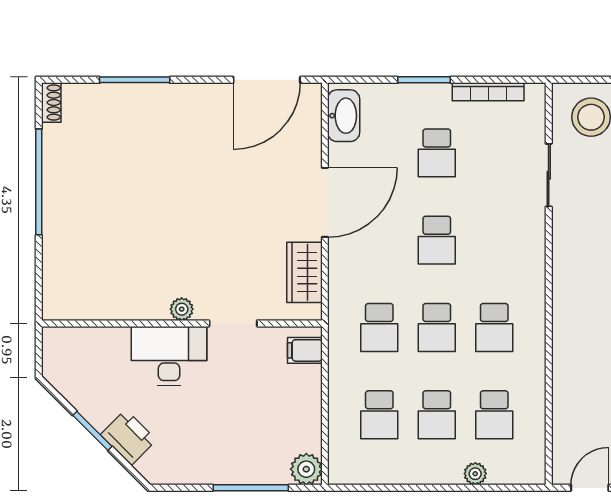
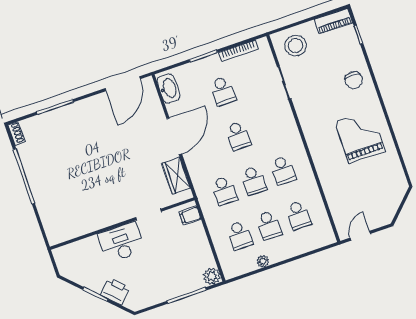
plant: (182, 309) -> (120, 216), removed
plant: (475, 474) -> (263, 261), moved

